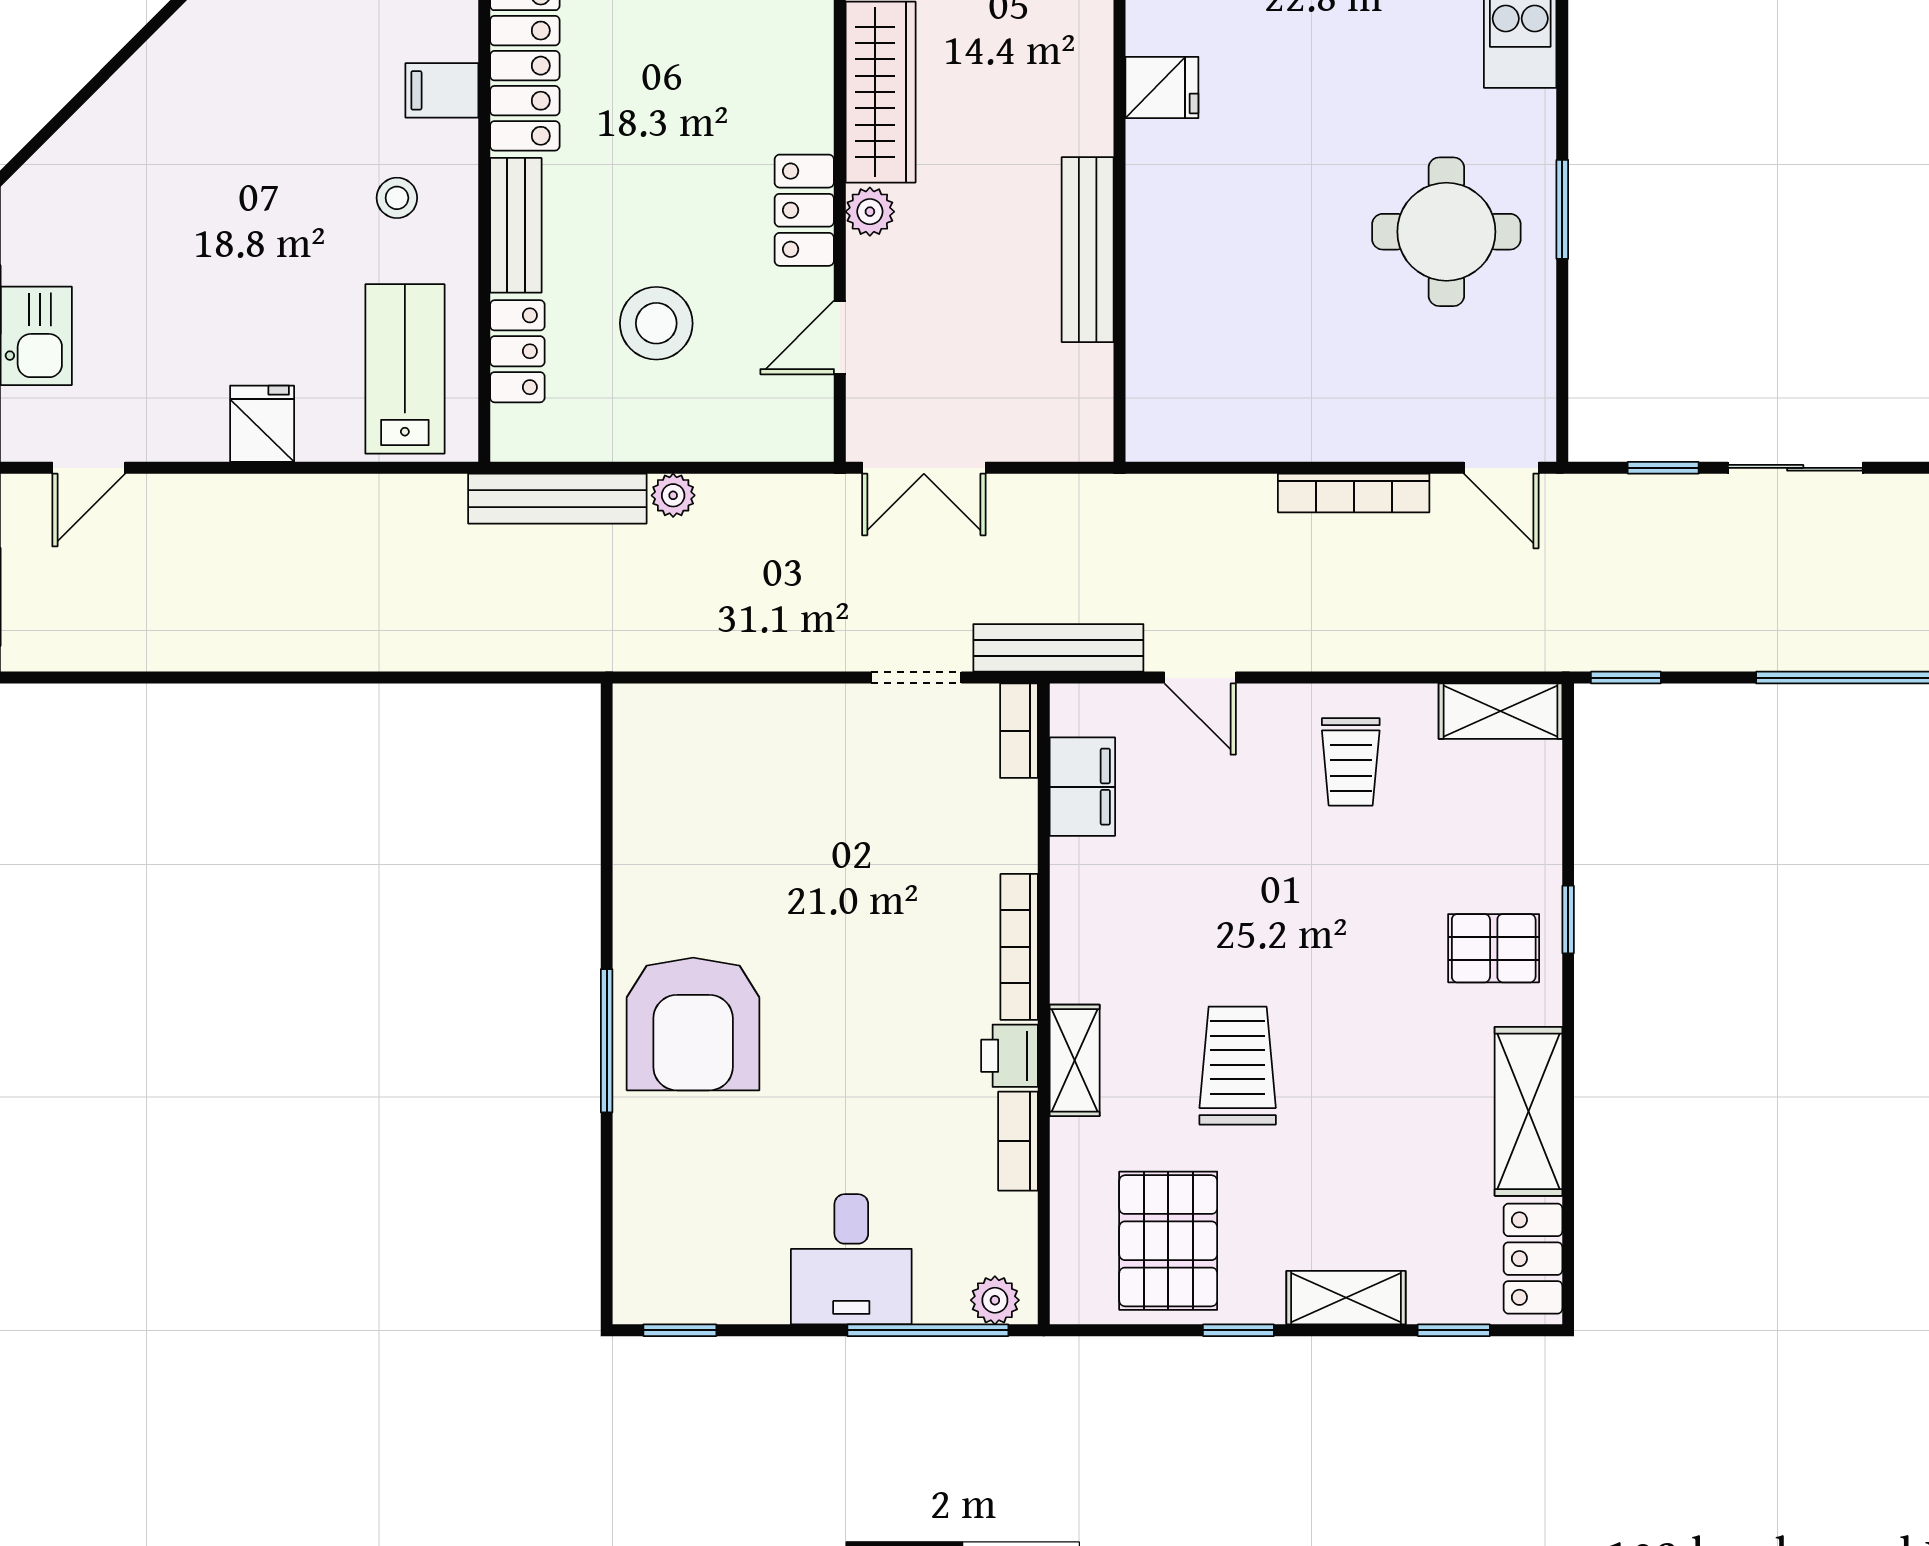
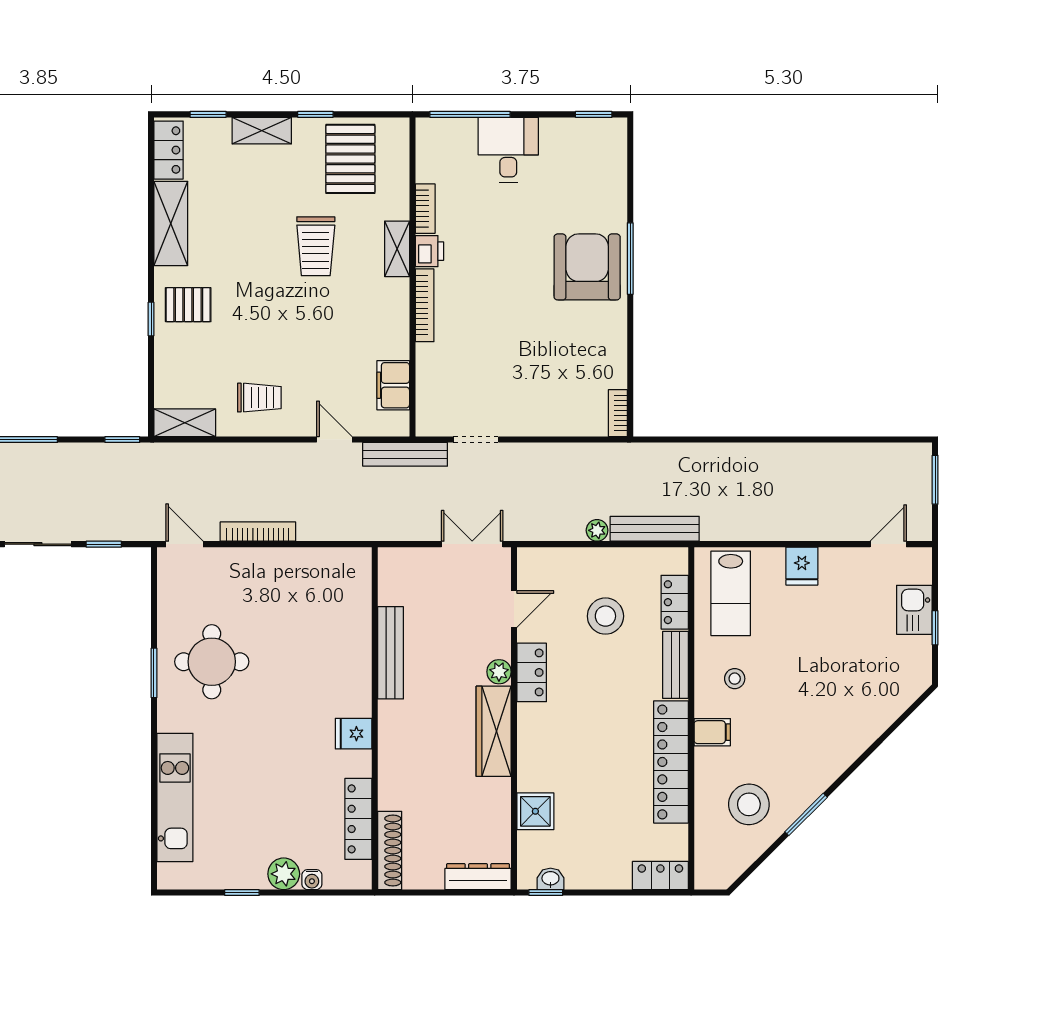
bookcase: (1019, 731) -> (618, 413), moved, turned 180
trolley: (1351, 762) -> (259, 398), turned 90
plant: (995, 1300) -> (437, 129), removed

